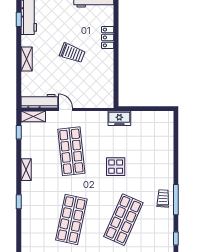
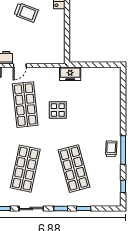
door: (66, 110) -> (20, 65), swing flipped
display table: (116, 167) -> (58, 110), moved
shop shelf: (123, 220) -> (74, 169), turned -39

